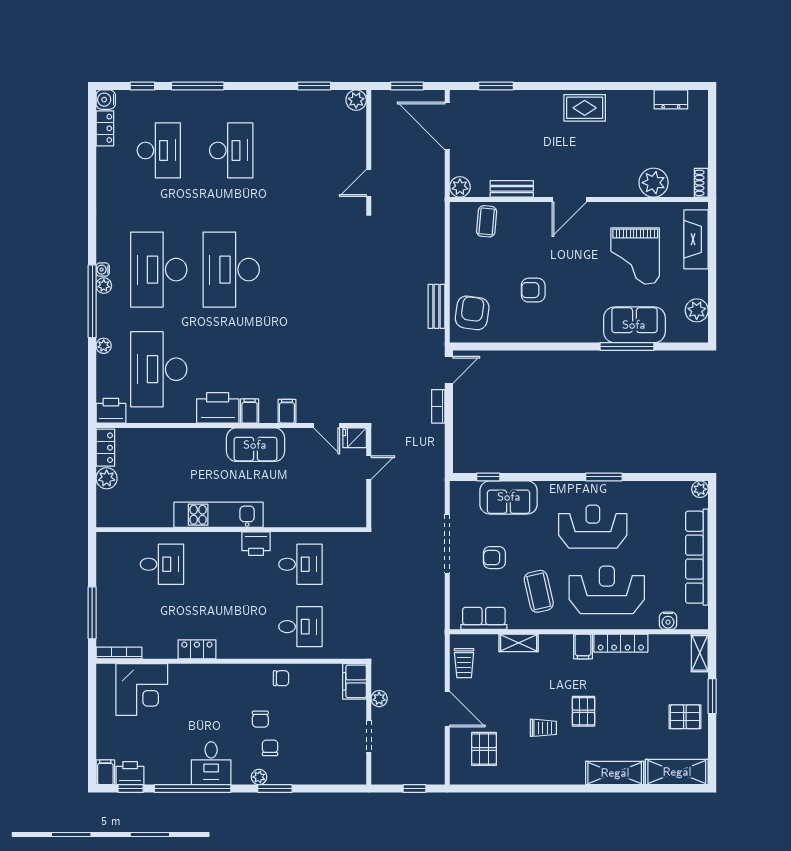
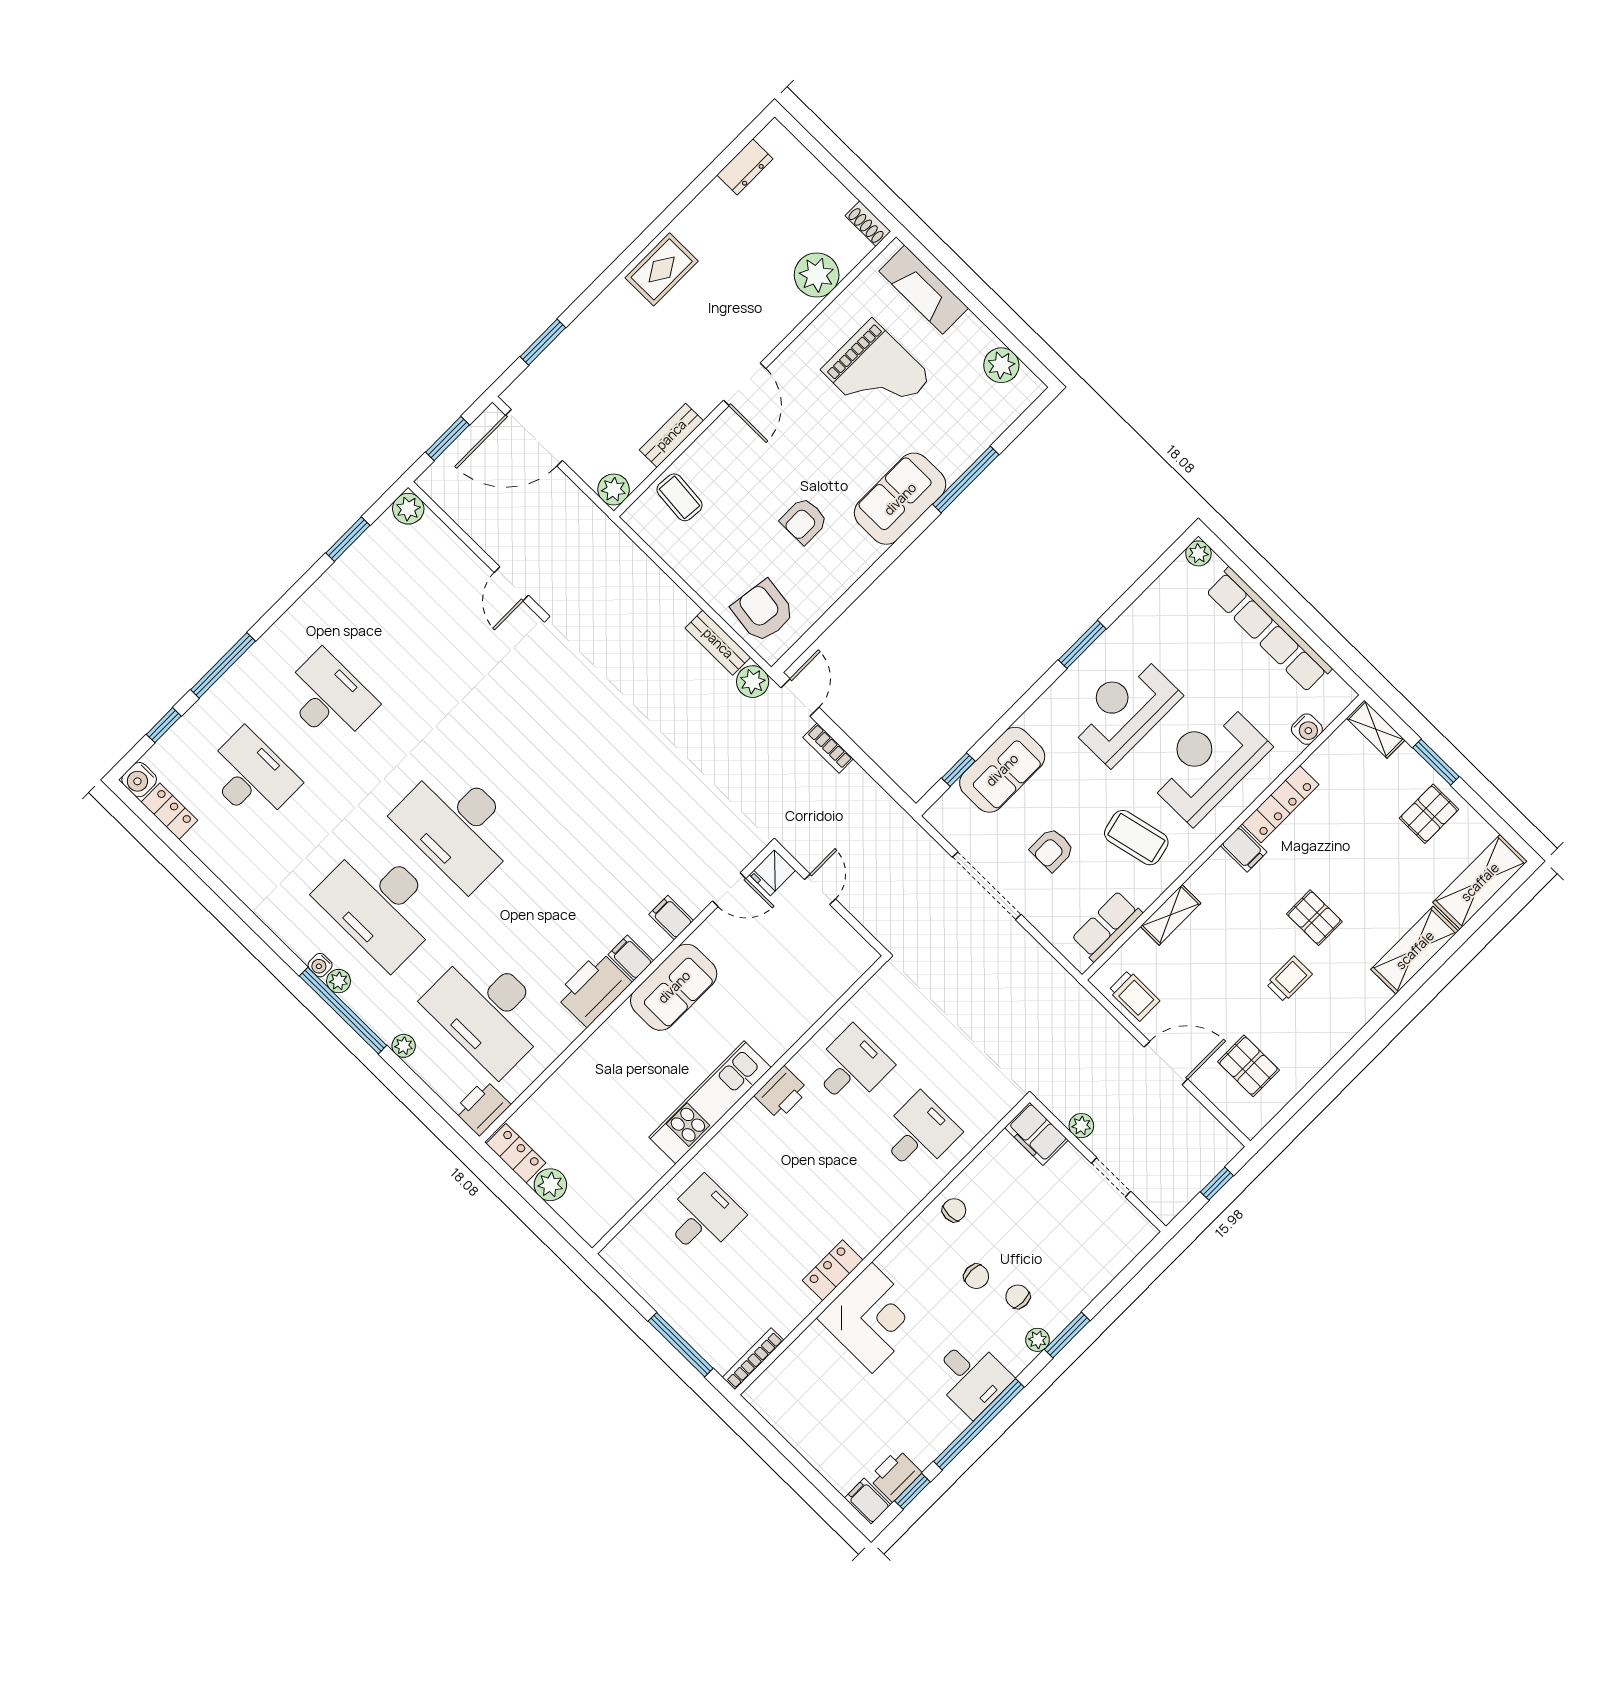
sofa: (634, 325) -> (900, 499), moved
plant: (434, 340) -> (753, 682), added
corner desk: (142, 689) -> (872, 1318), moved

